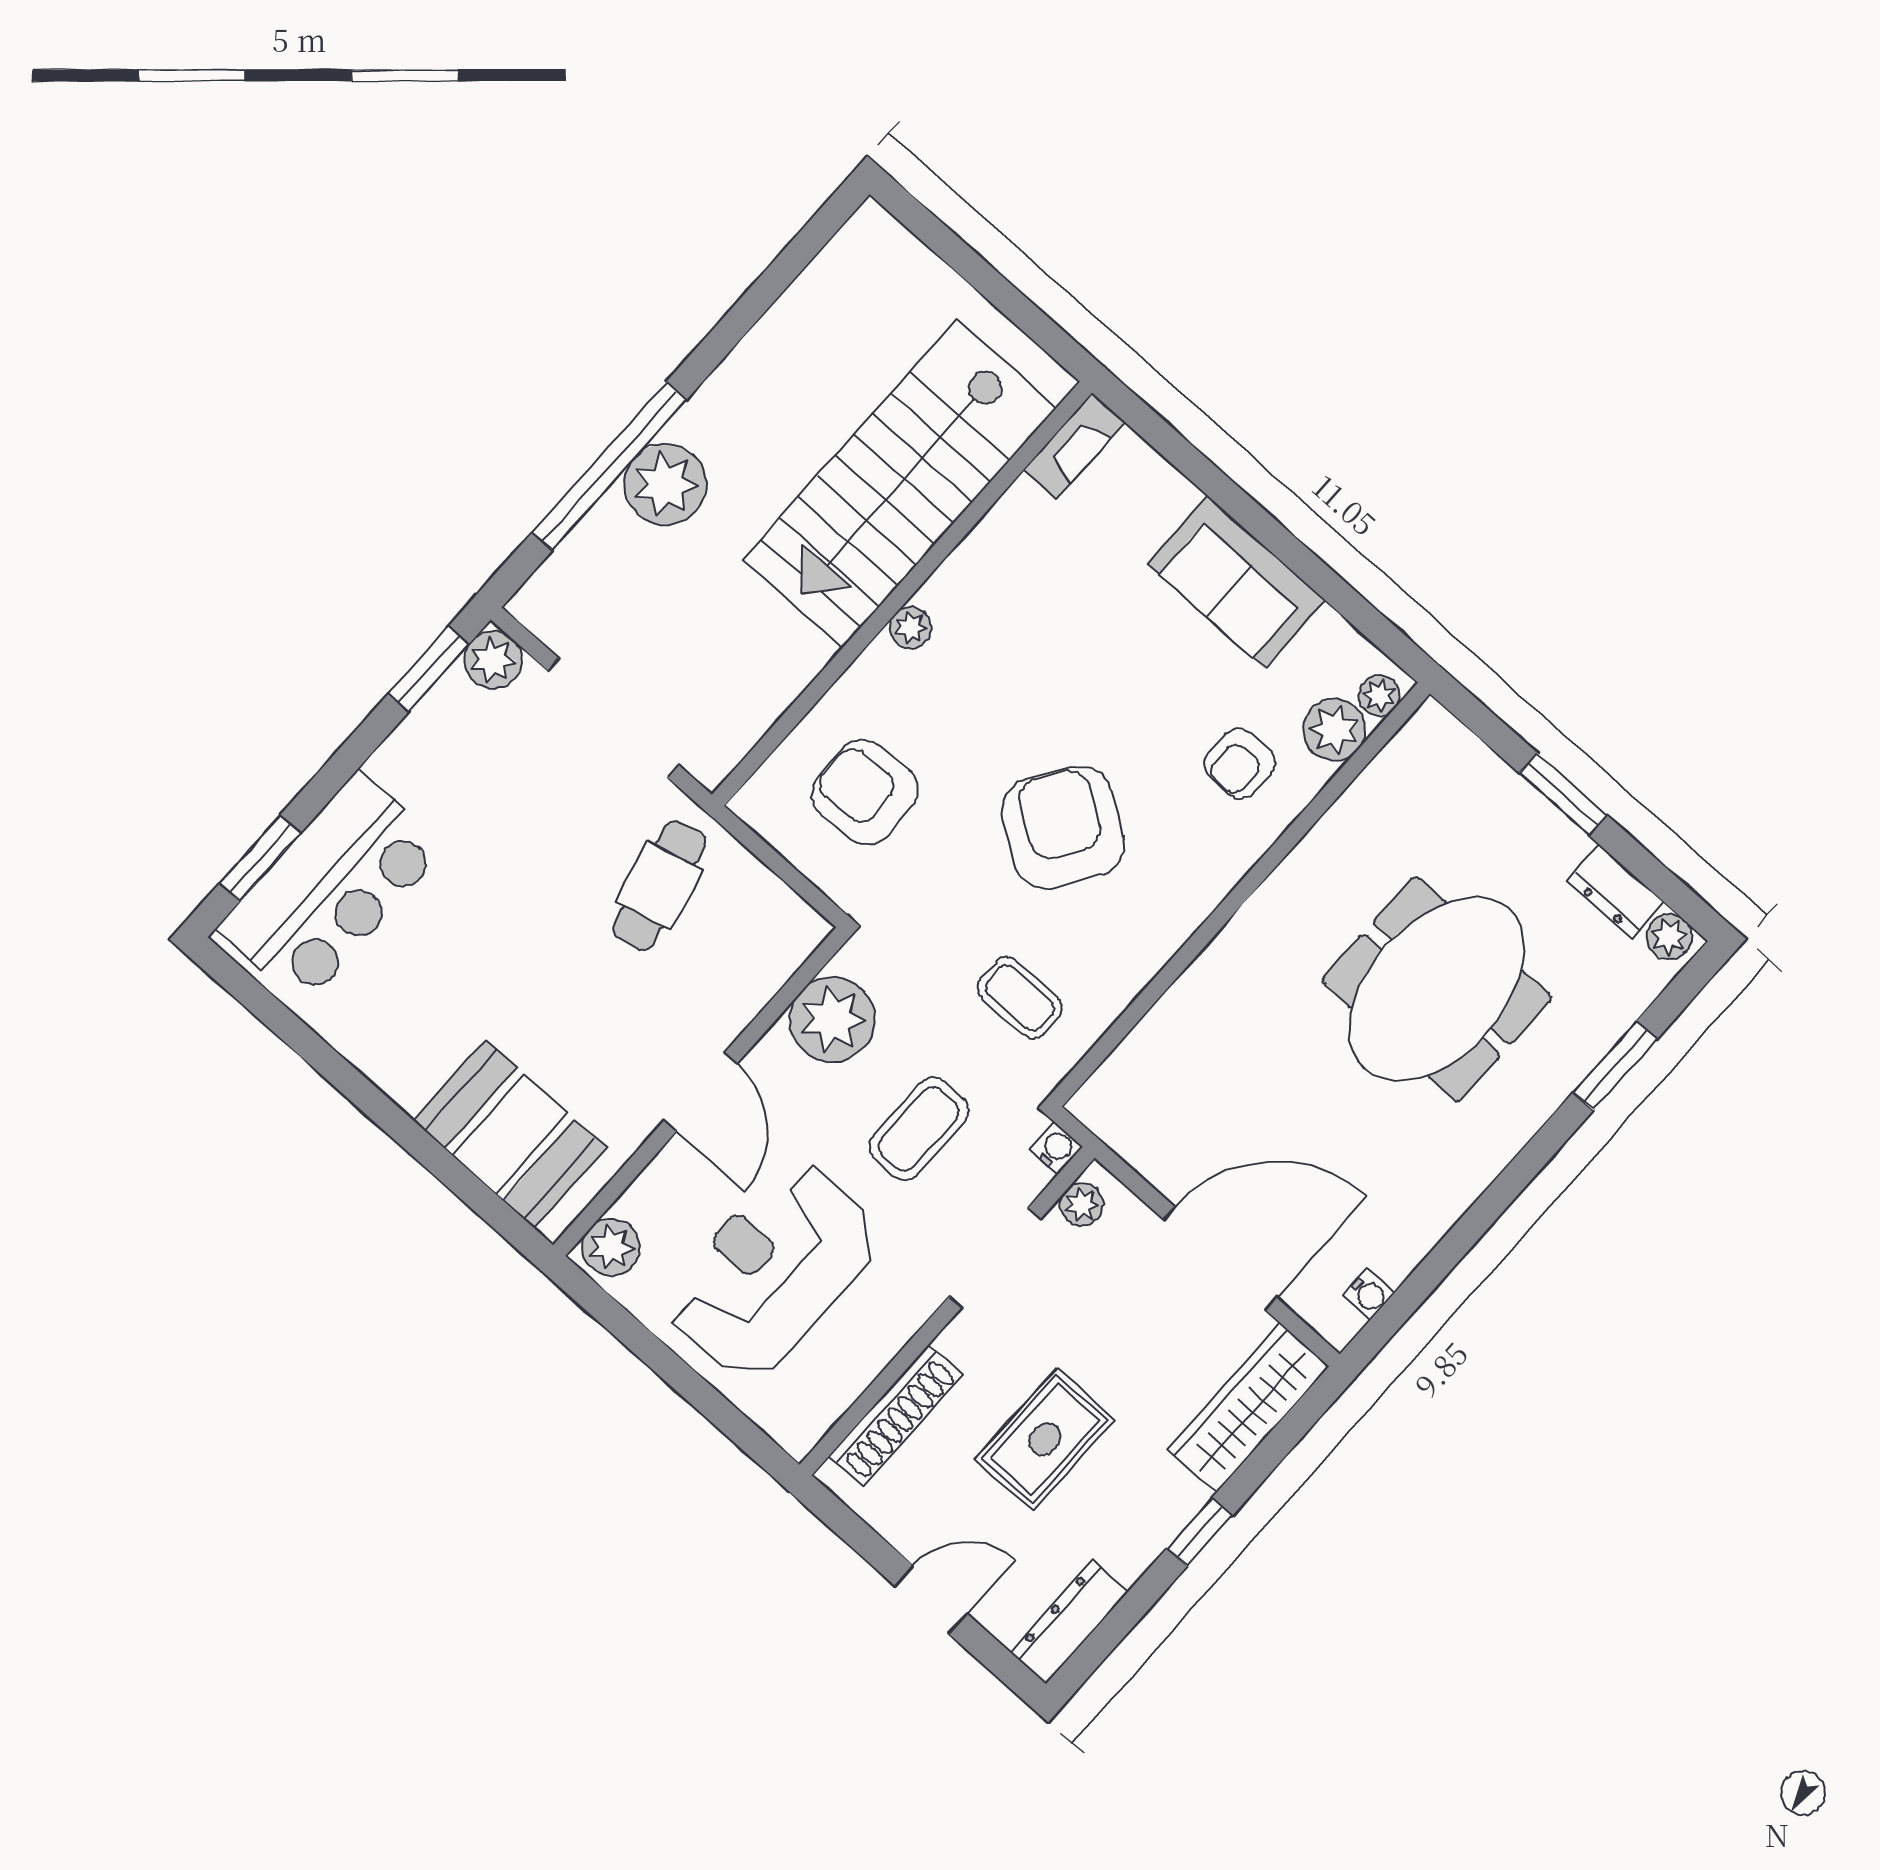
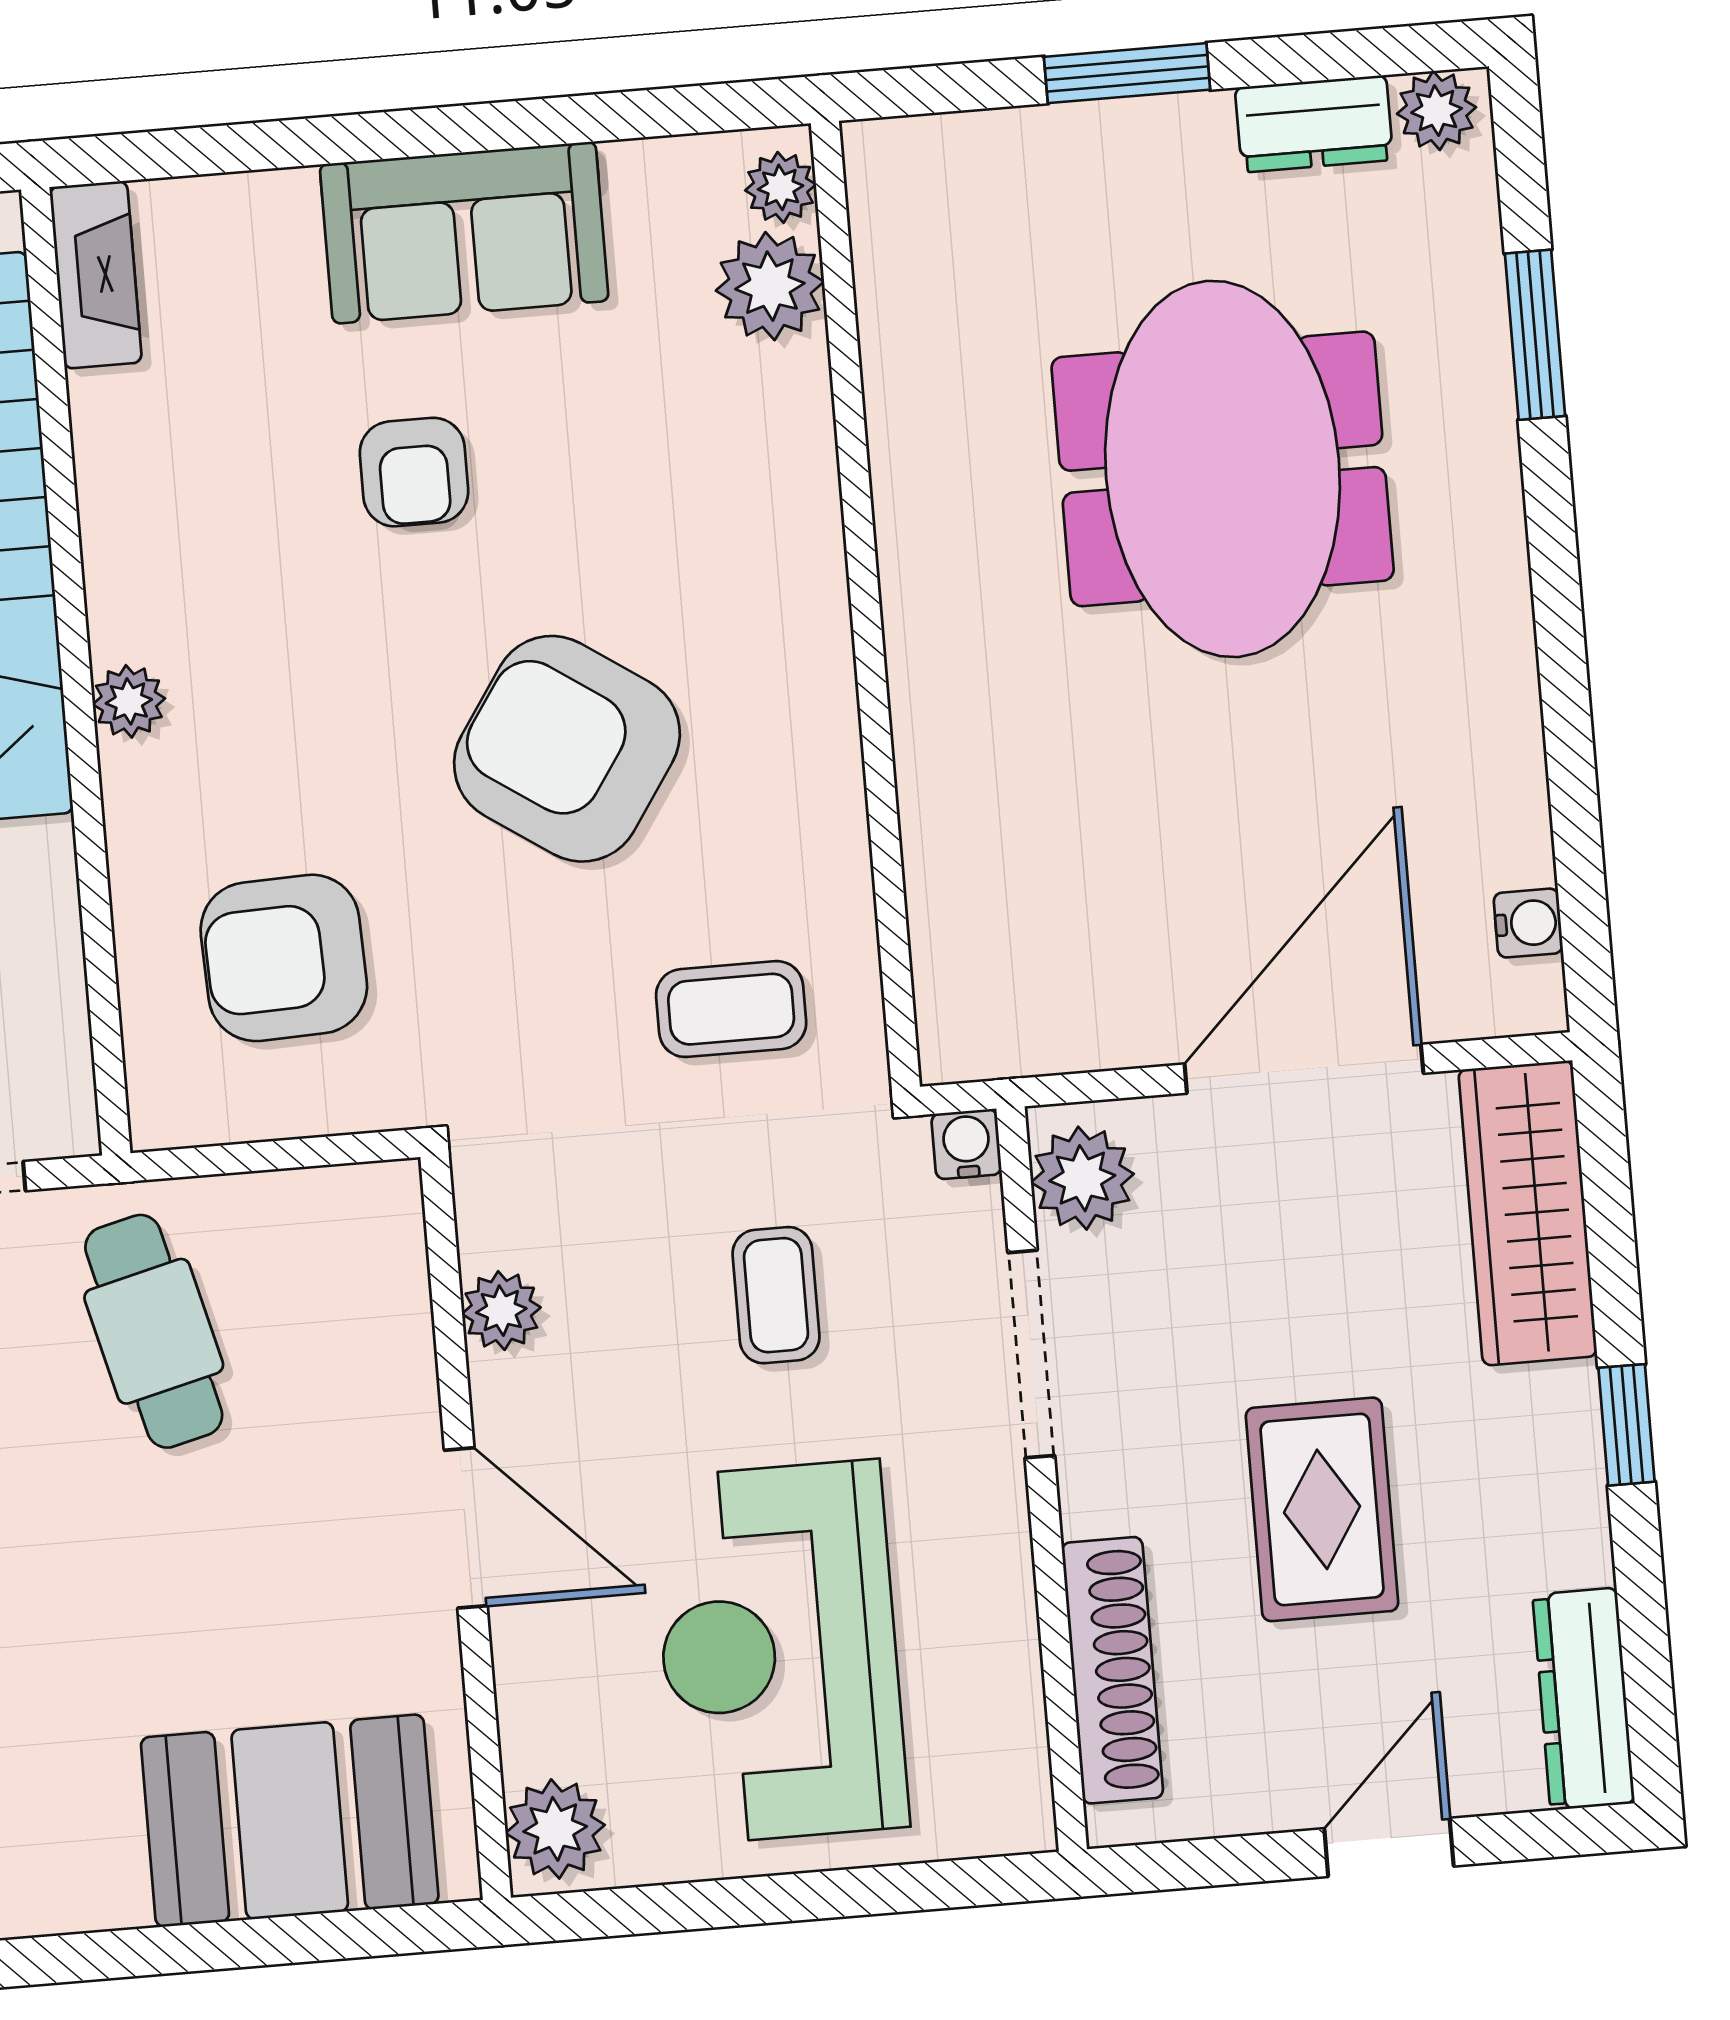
armchair: (1240, 763) -> (414, 472), moved
plant: (833, 1020) -> (501, 1311), width x0.53, depth x0.53
coffee table: (919, 1129) -> (776, 1295), width x0.73, depth x0.77
plant: (1082, 1204) -> (1082, 1178), width x1.38, depth x1.38

